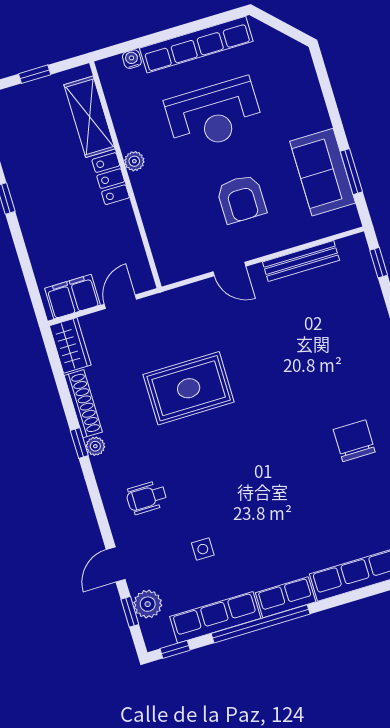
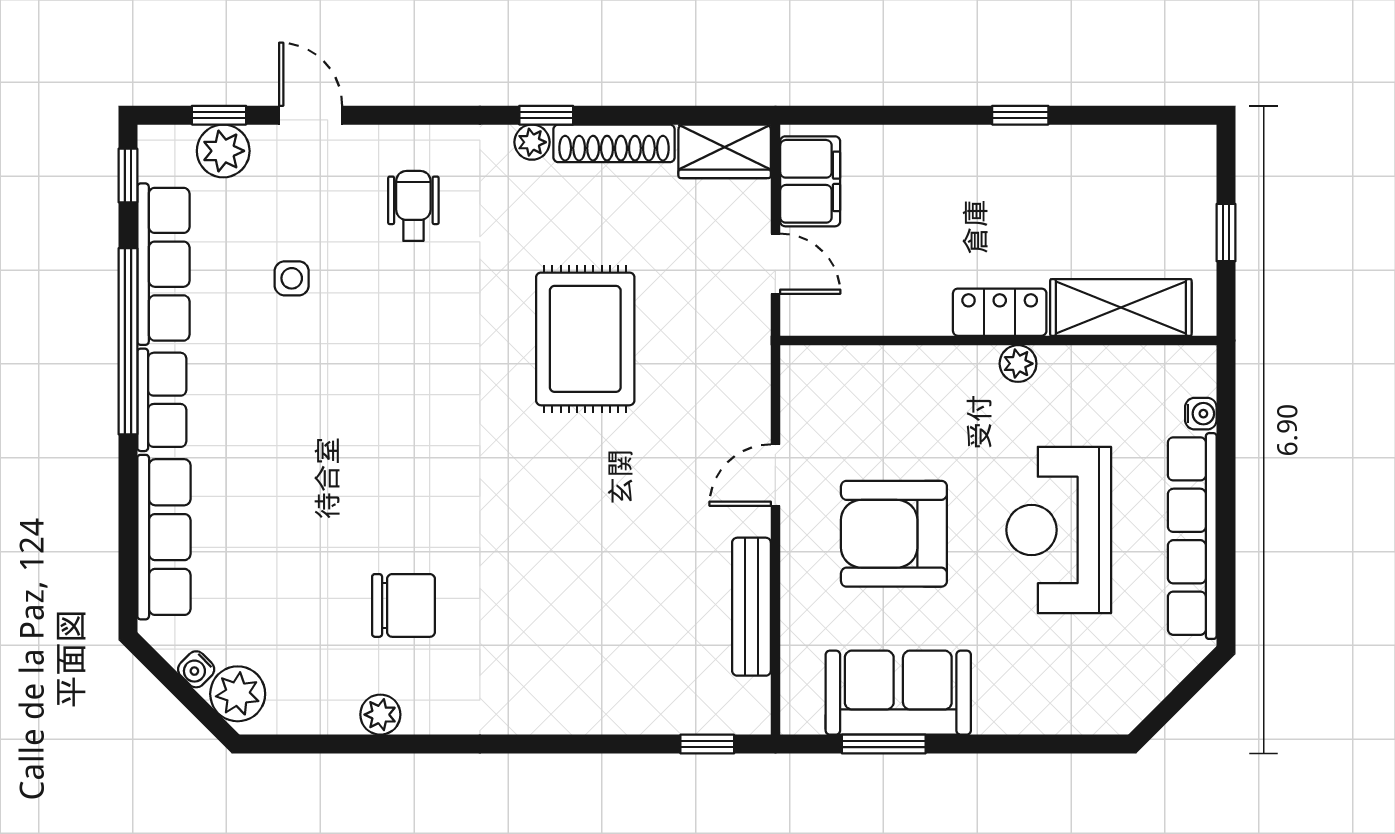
armchair: (241, 199) -> (894, 534), width x1.36, depth x1.36

